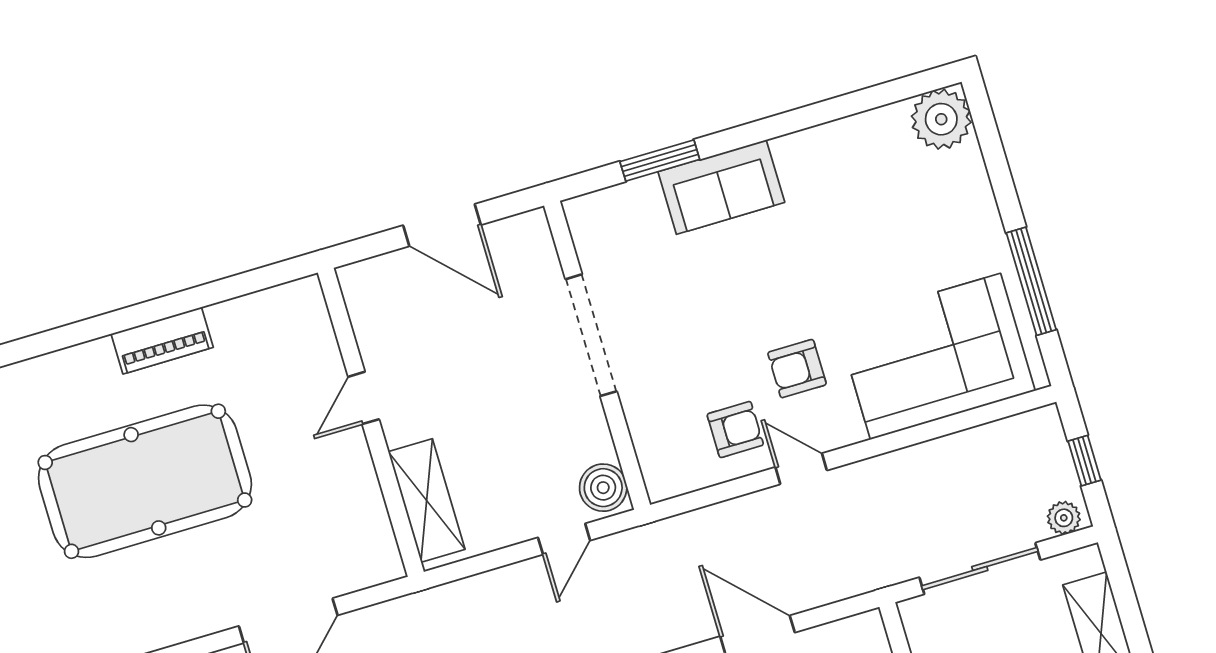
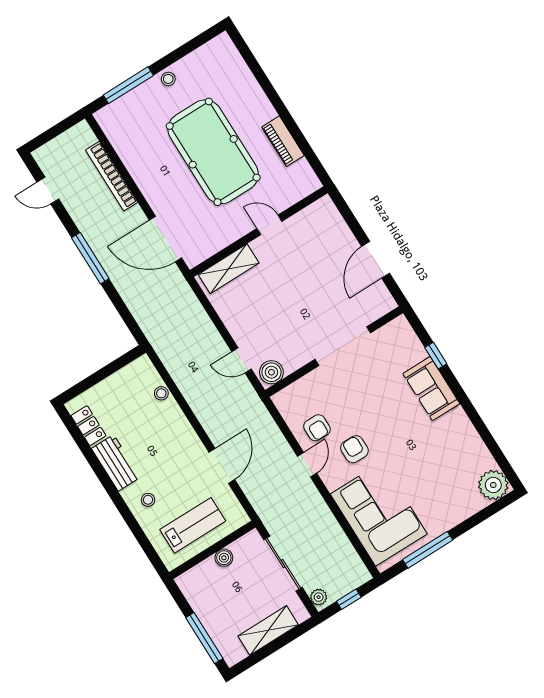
window: (660, 161) -> (436, 356), width x0.67
door: (364, 398) -> (269, 225), moved
wall: (371, 422) -> (259, 232), moved
shelving: (427, 501) -> (229, 269), moved

